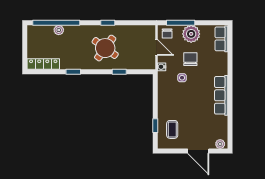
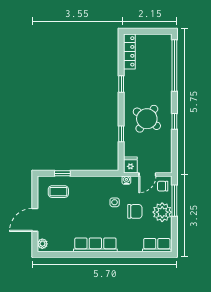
plant: (59, 30) -> (166, 68), removed
fridge: (148, 63) -> (130, 165), added

